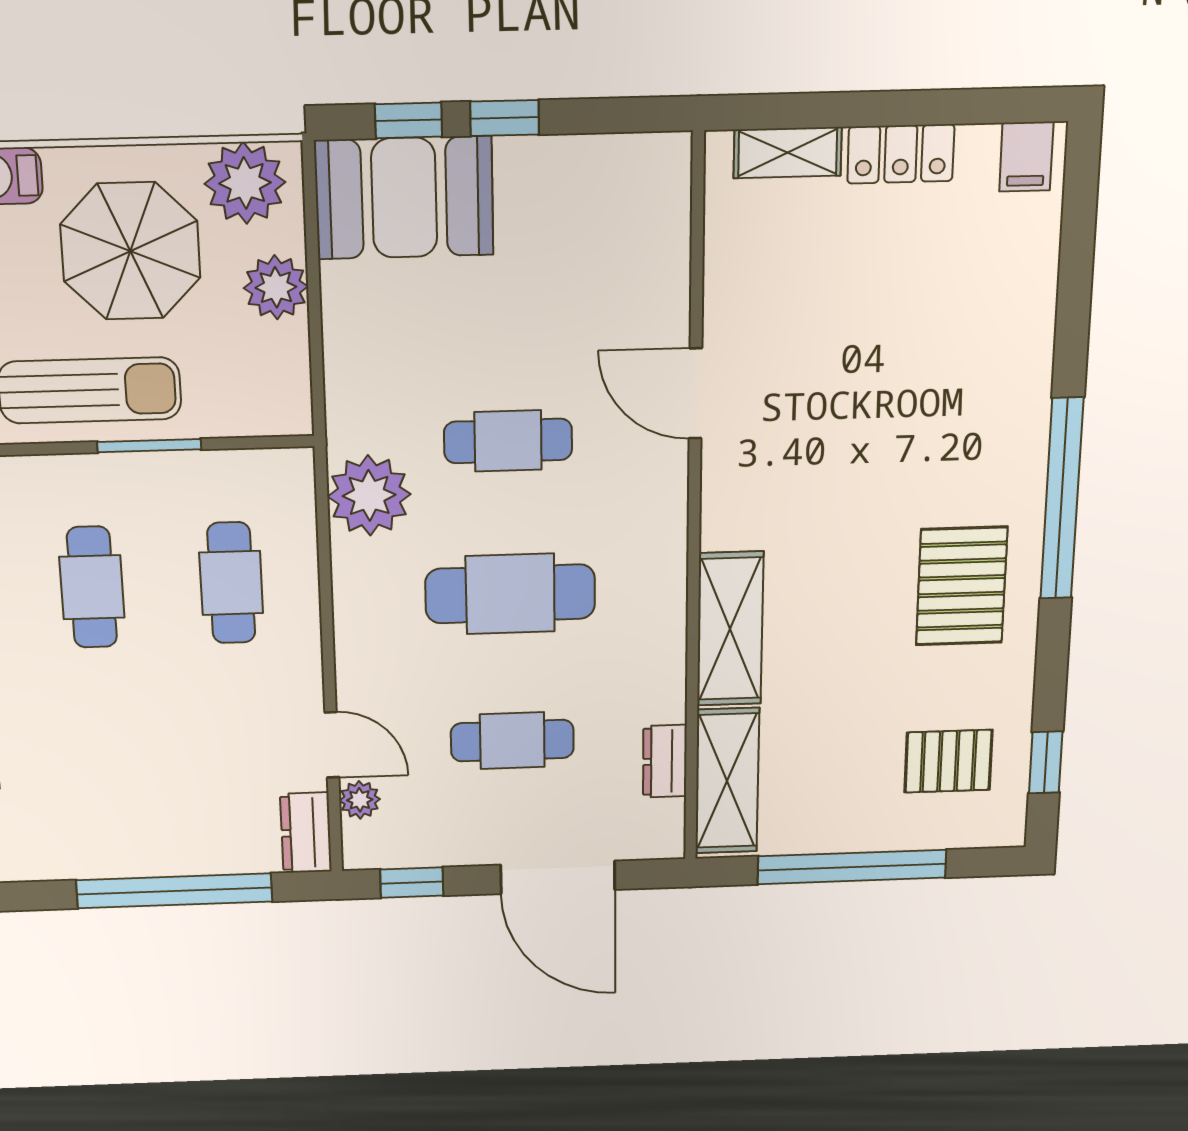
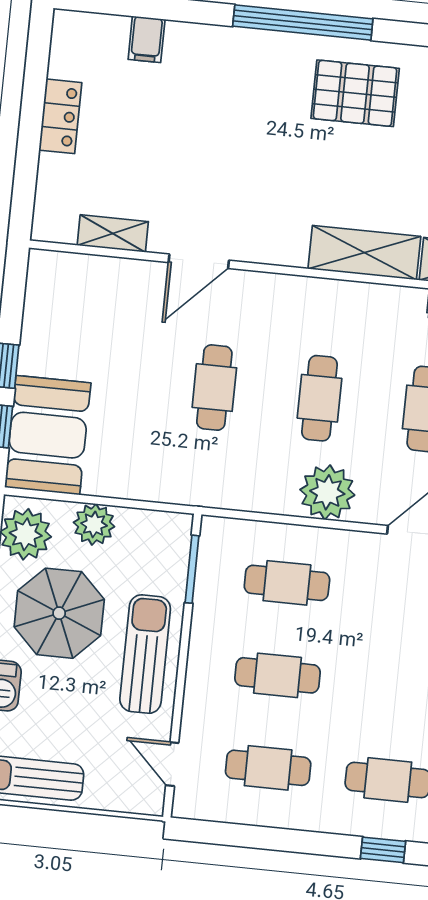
shelving: (788, 153) -> (113, 233), moved, turned 90
filing cabinet: (1026, 157) -> (147, 39), moved, turned 90
window: (149, 446) -> (192, 569), moved
plant: (369, 495) -> (327, 492), moved
cafe table: (510, 594) -> (320, 398), width x0.73, depth x0.74

